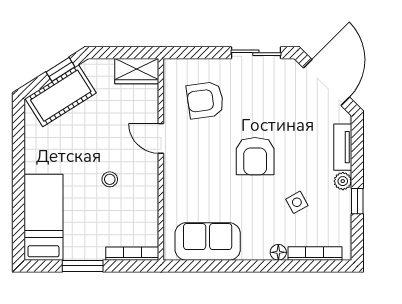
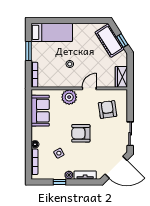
plant: (179, 181) -> (69, 97), added

